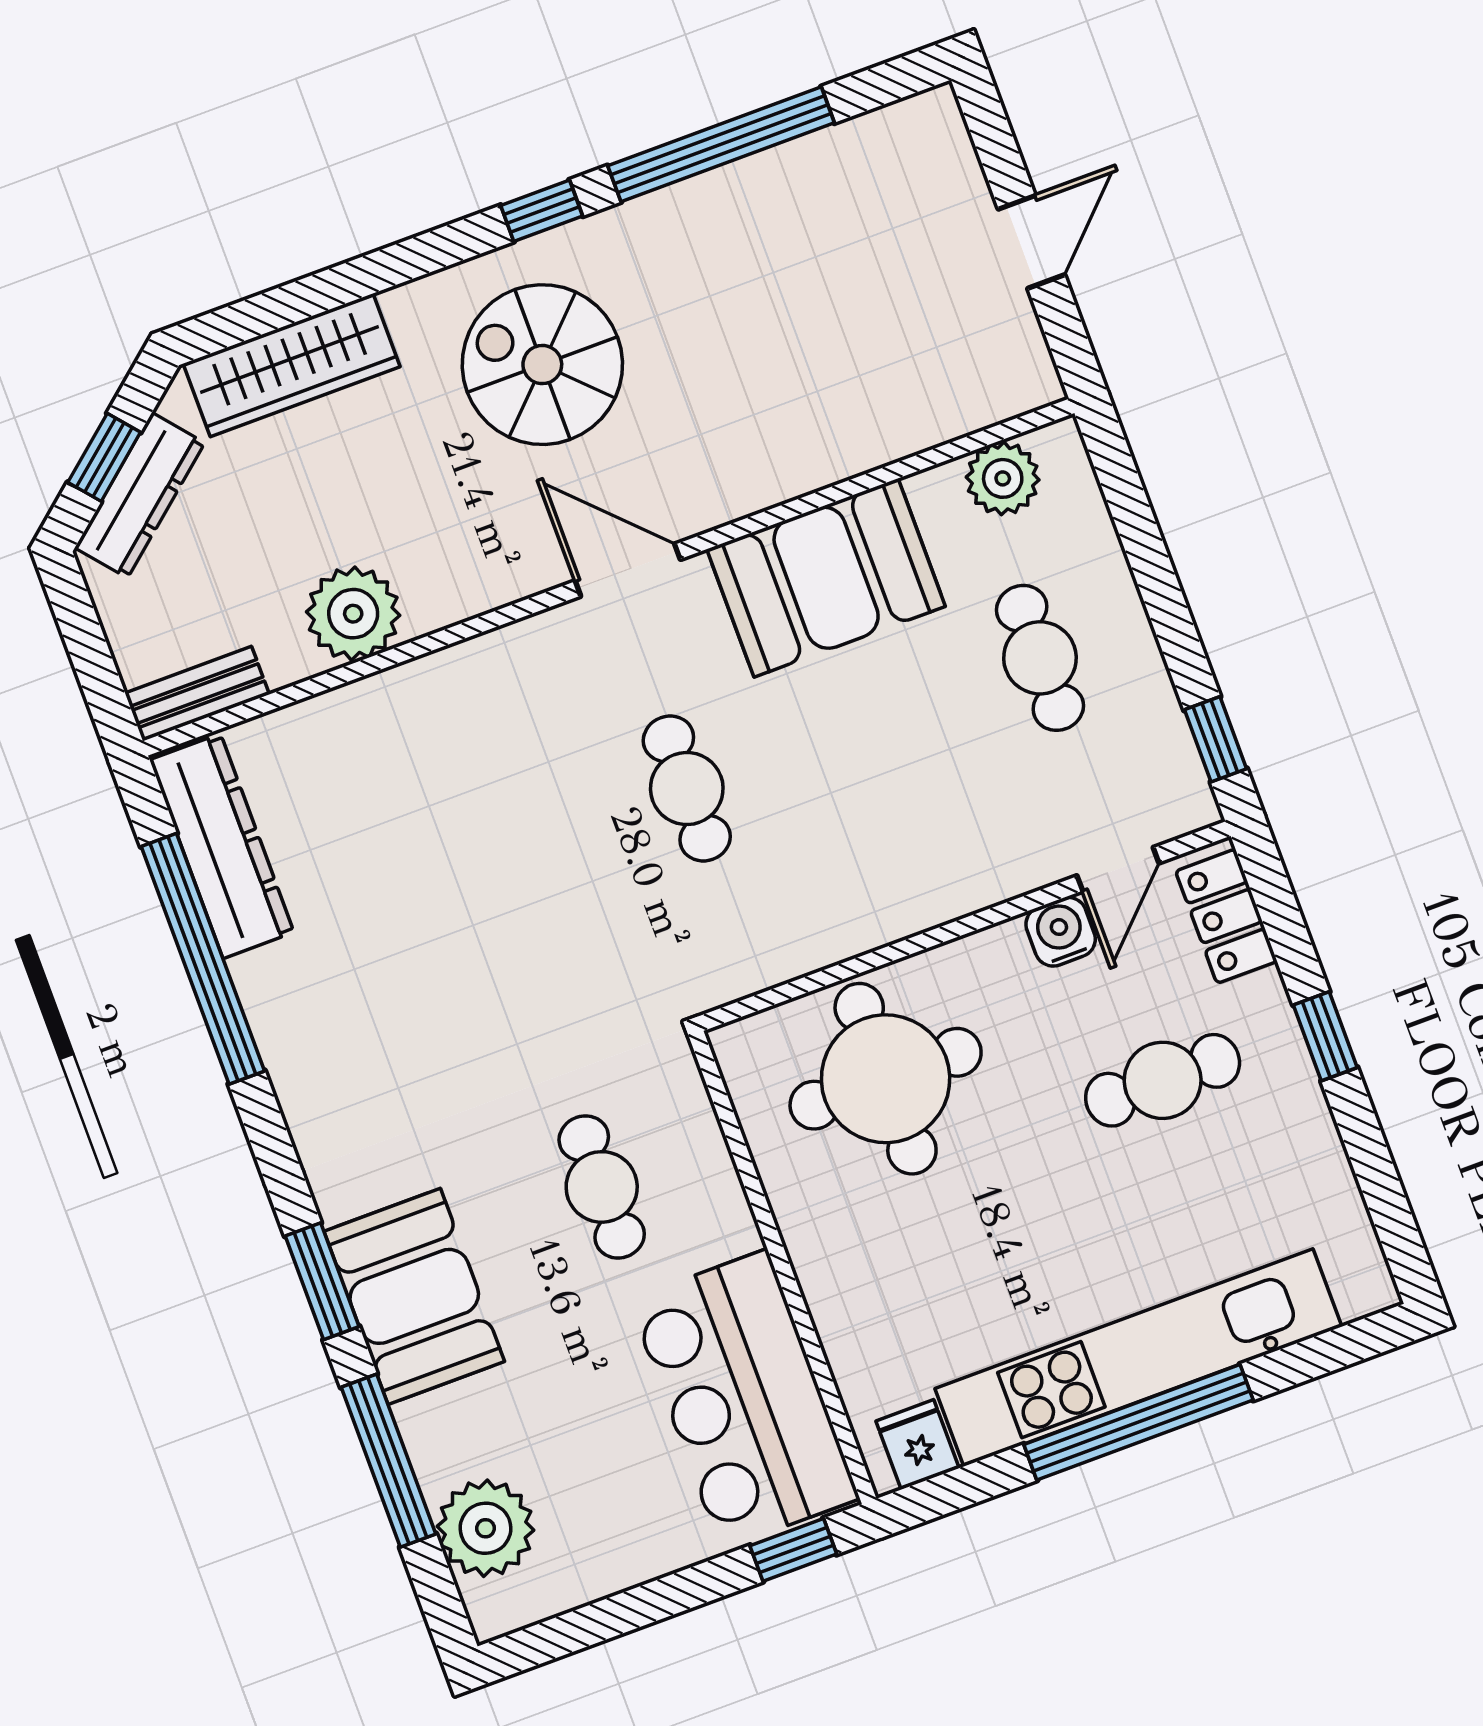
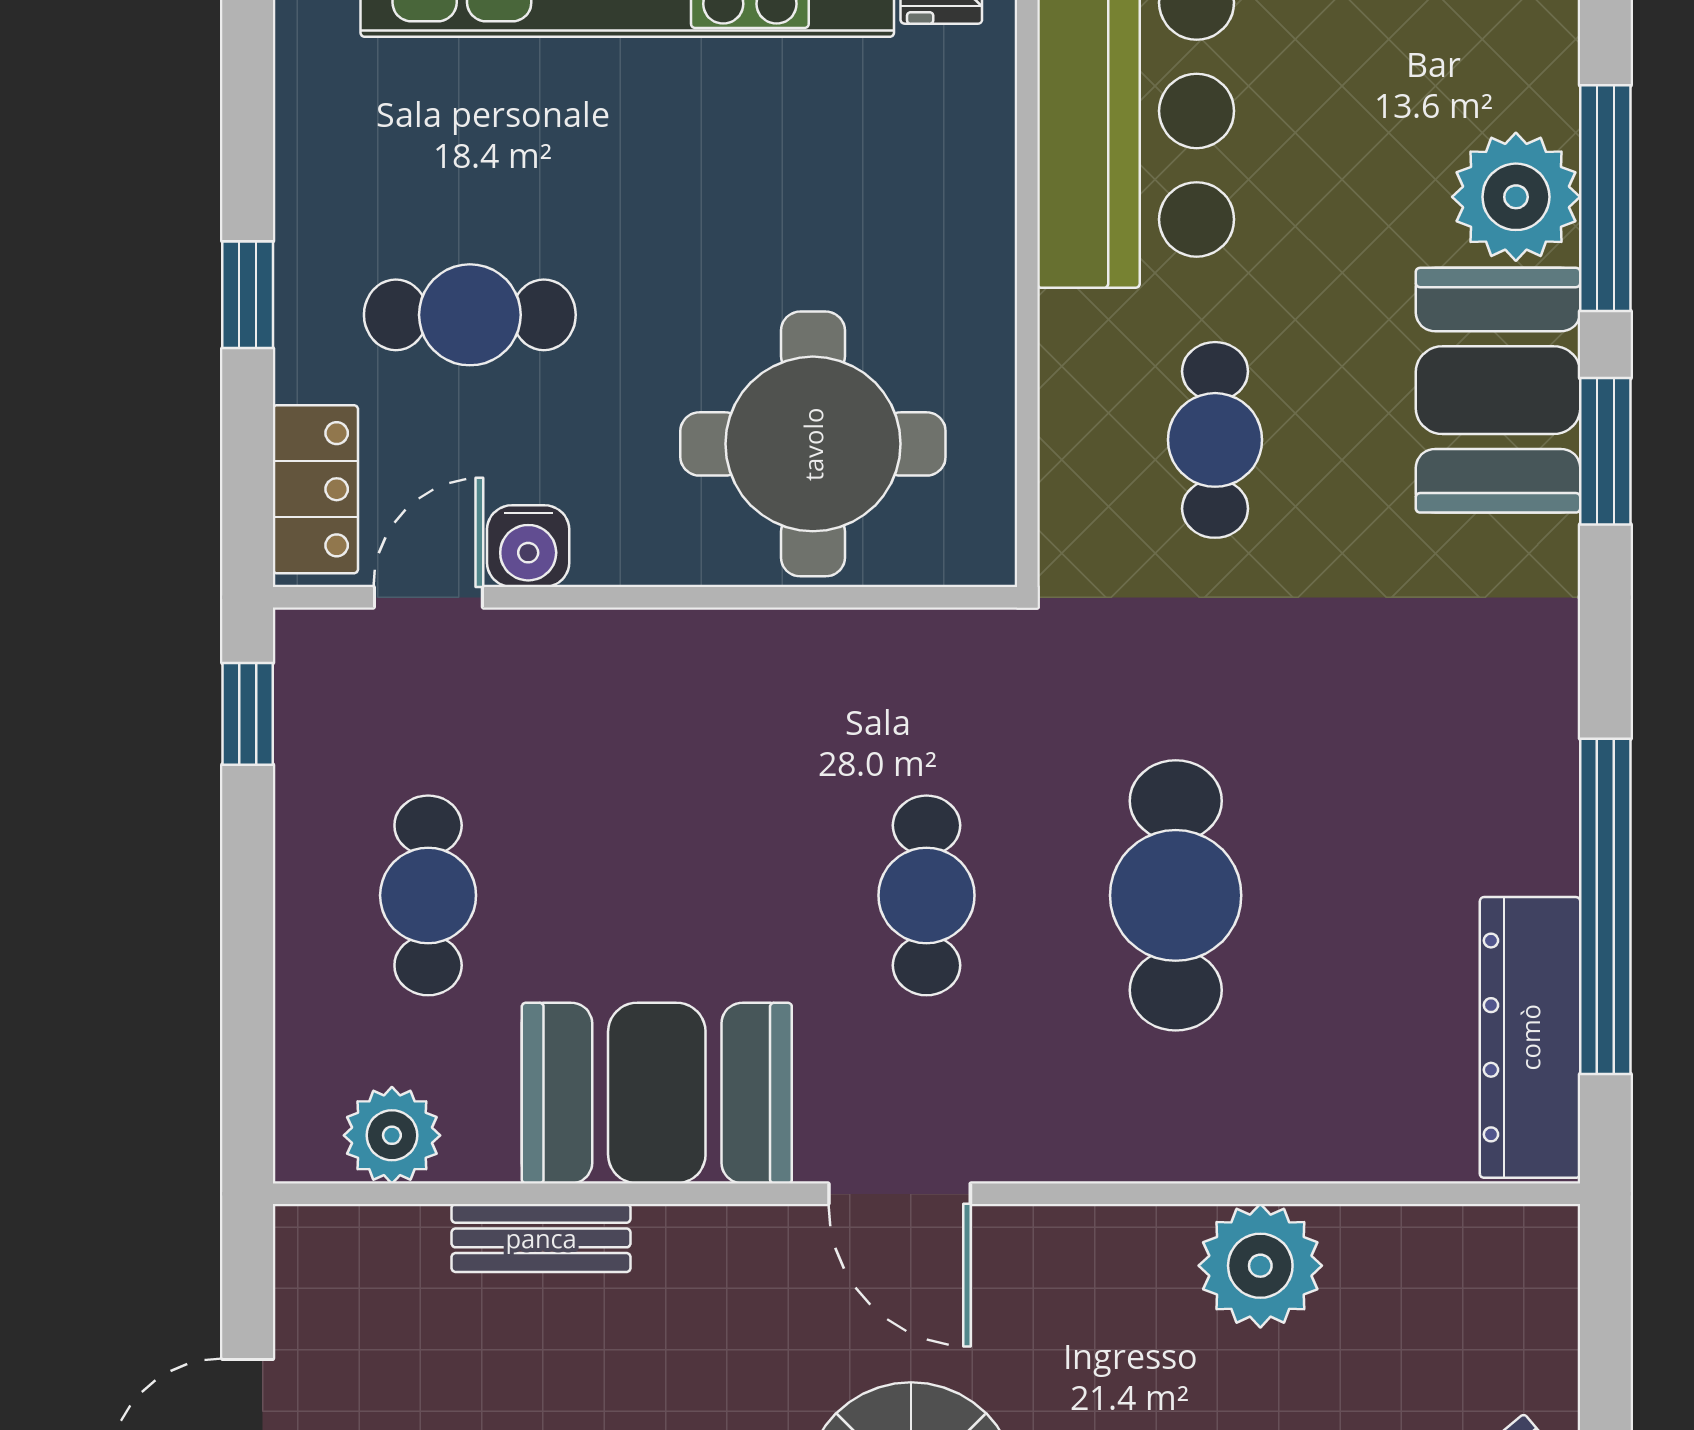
bench: (197, 694) -> (541, 1238), moved
cafe table: (510, 854) -> (1176, 895), added
plant: (485, 1528) -> (1516, 197), moved

